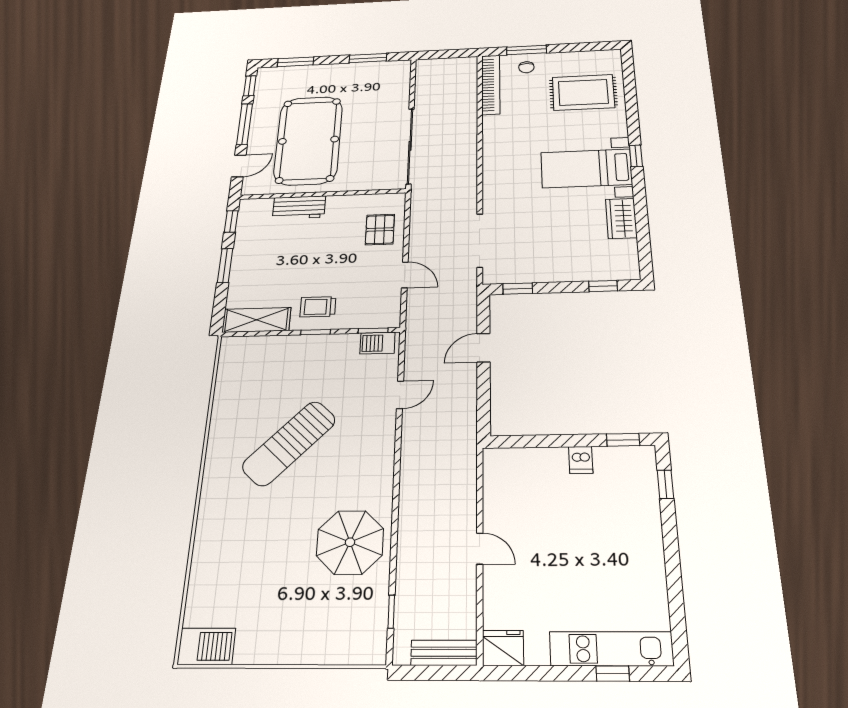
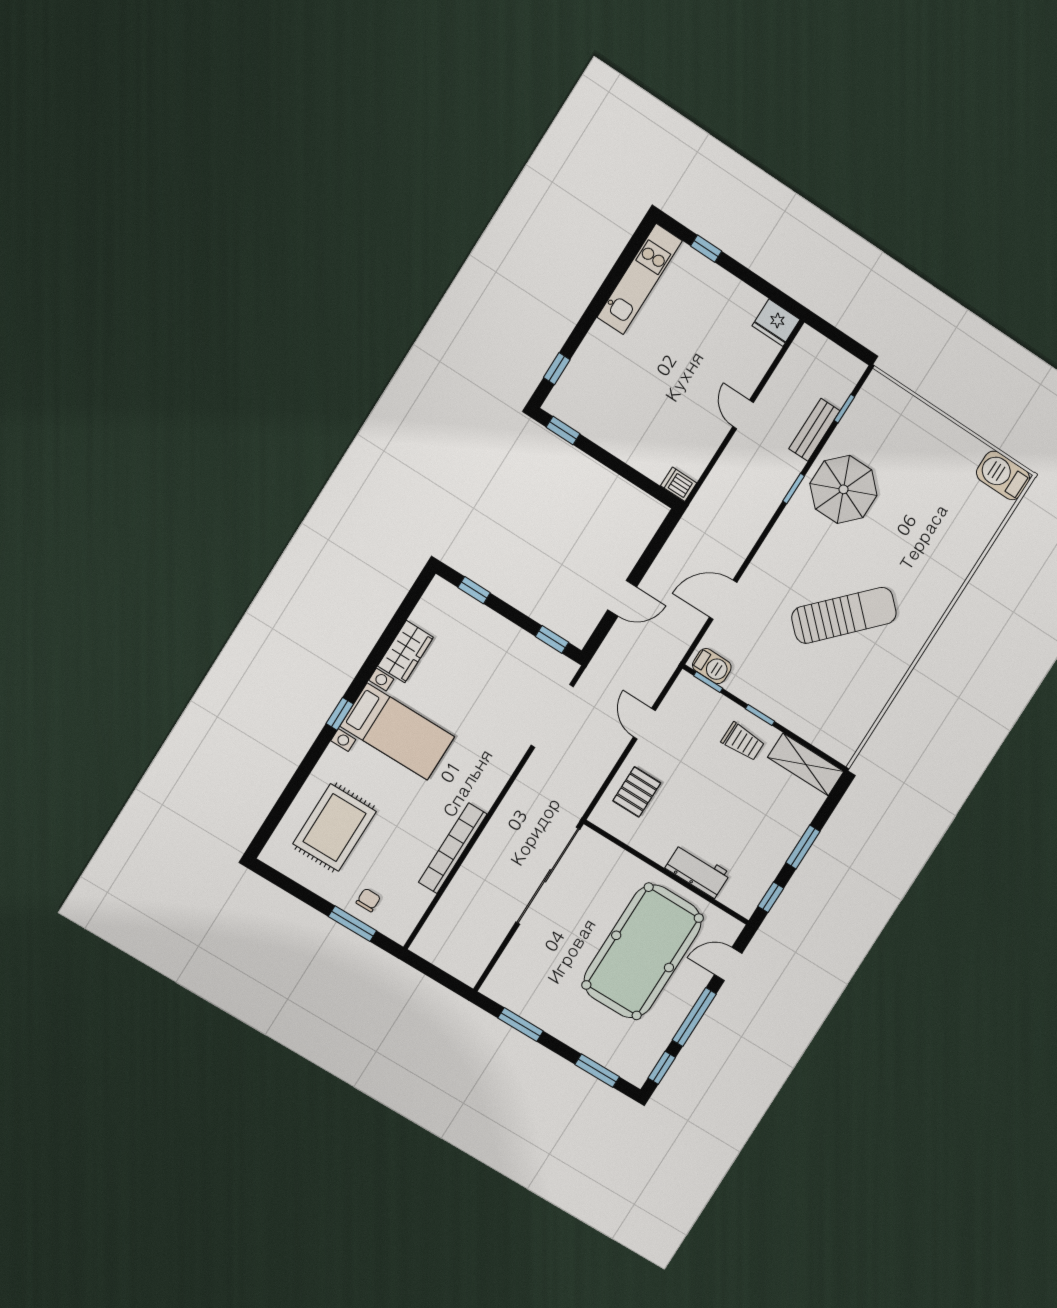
bookcase: (491, 85) -> (453, 848), moved
rug: (583, 92) -> (334, 828), turned 90
door: (400, 395) -> (723, 600), width x1.38
dishwasher: (581, 460) -> (679, 484), moved, turned -90
window: (395, 516) -> (794, 489), added
kitchen unit: (611, 649) -> (640, 279), moved, turned -90
bench: (444, 653) -> (814, 430), moved, turned 90

